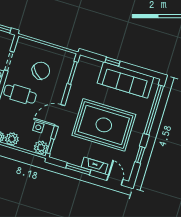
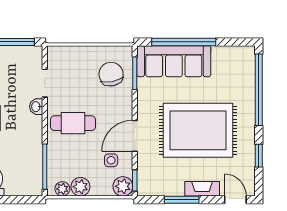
window: (112, 62) -> (184, 42), width x3.17
chair: (41, 71) -> (111, 74), moved, turned -55
sofa: (126, 80) -> (174, 61), moved

